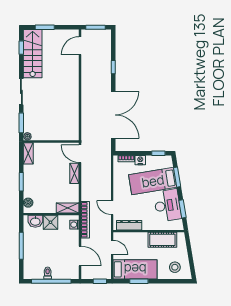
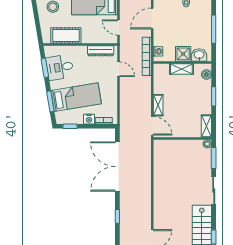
desk: (167, 205) -> (60, 67), width x0.73
shelving: (68, 208) -> (181, 69), moved
door: (80, 256) -> (152, 19), hinge flipped

